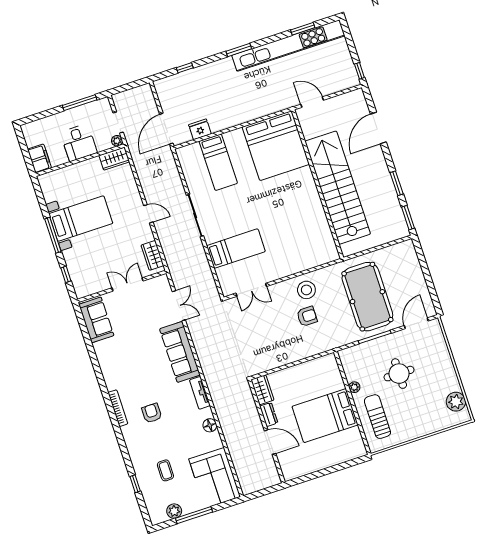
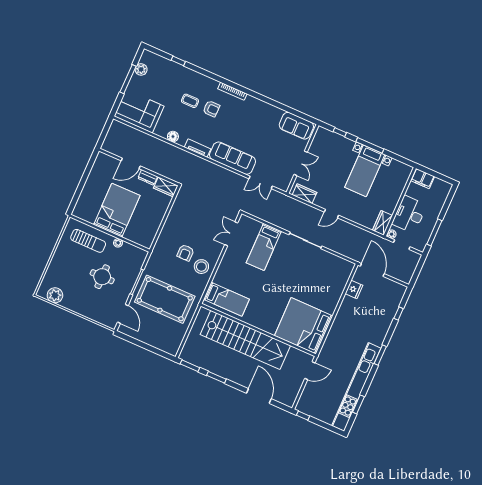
desk: (79, 143) -> (409, 214), width x1.37
bed: (218, 162) -> (226, 299), moved, turned 180
coffee table: (165, 470) -> (190, 101), moved

